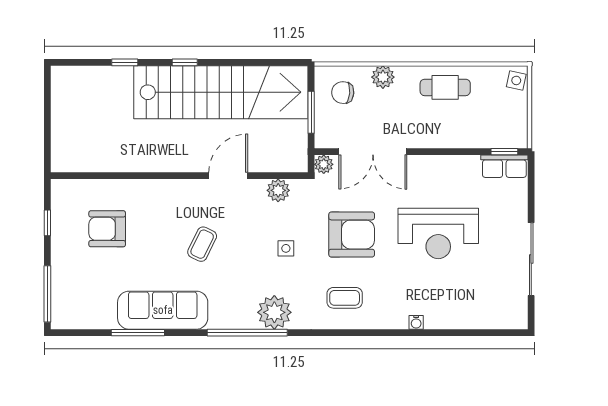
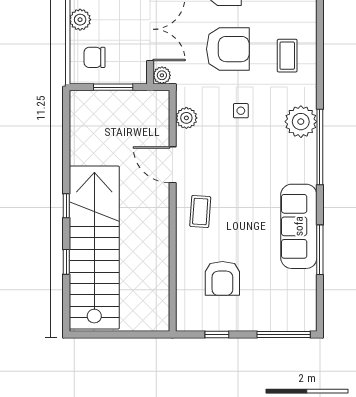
stairs: (221, 92) -> (94, 248), moved
chair: (343, 93) -> (95, 57), turned 85
armchair: (352, 235) -> (228, 49), turned 90
coffee table: (202, 244) -> (200, 212), moved, turned 68

